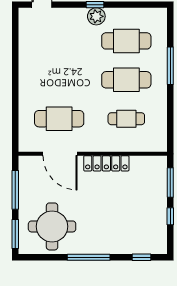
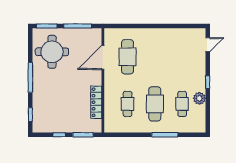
plant: (96, 16) -> (199, 98), moved
cafe table: (126, 41) -> (182, 104), width x0.73, depth x0.74
locker: (106, 163) -> (96, 102), moved

